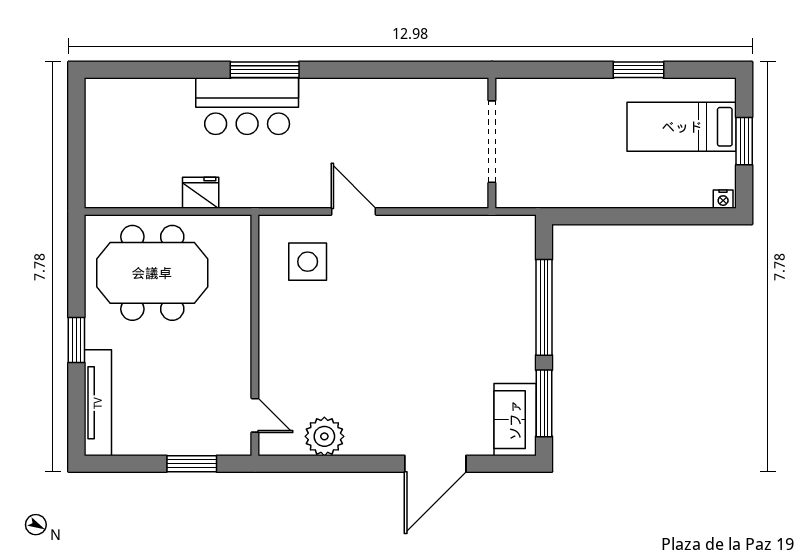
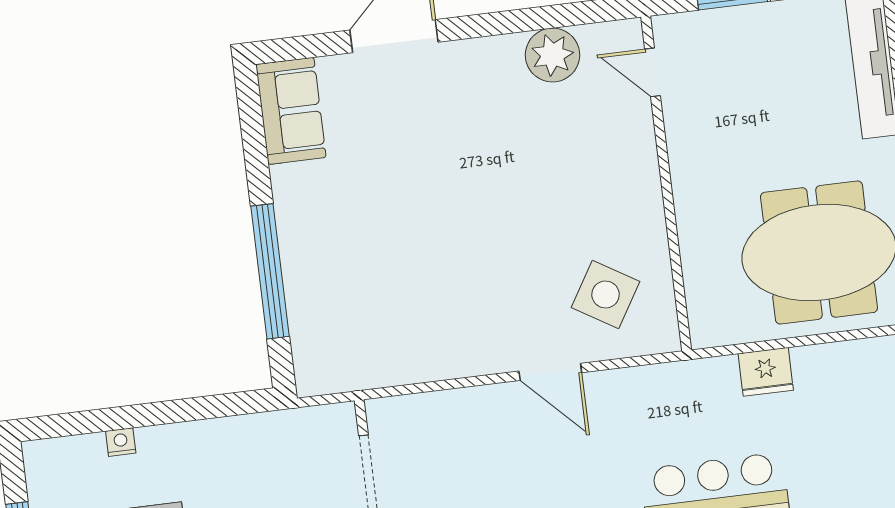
nightstand: (723, 199) -> (121, 442), moved
side table: (308, 262) -> (605, 295), turned 31
window: (544, 403) -> (254, 138), removed

